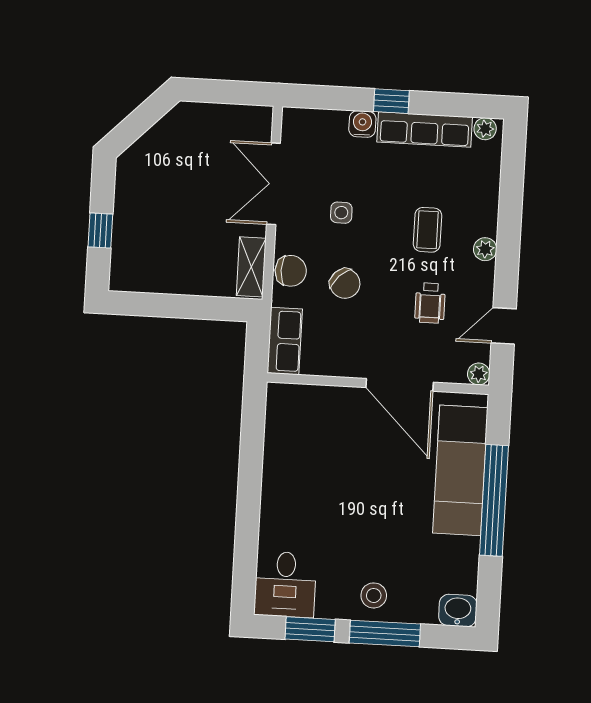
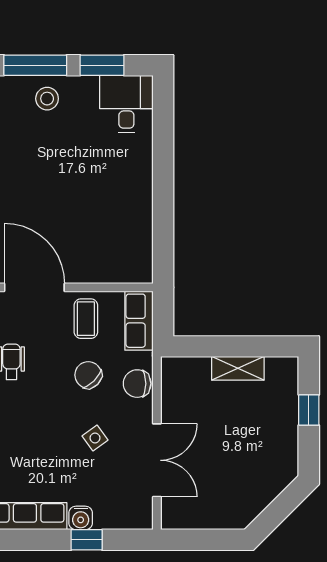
window: (391, 101) -> (87, 540), moved
side table: (341, 213) -> (95, 438), turned -36
coffee table: (428, 230) -> (86, 319), moved
shelving: (251, 267) -> (238, 368), moved, turned 90

